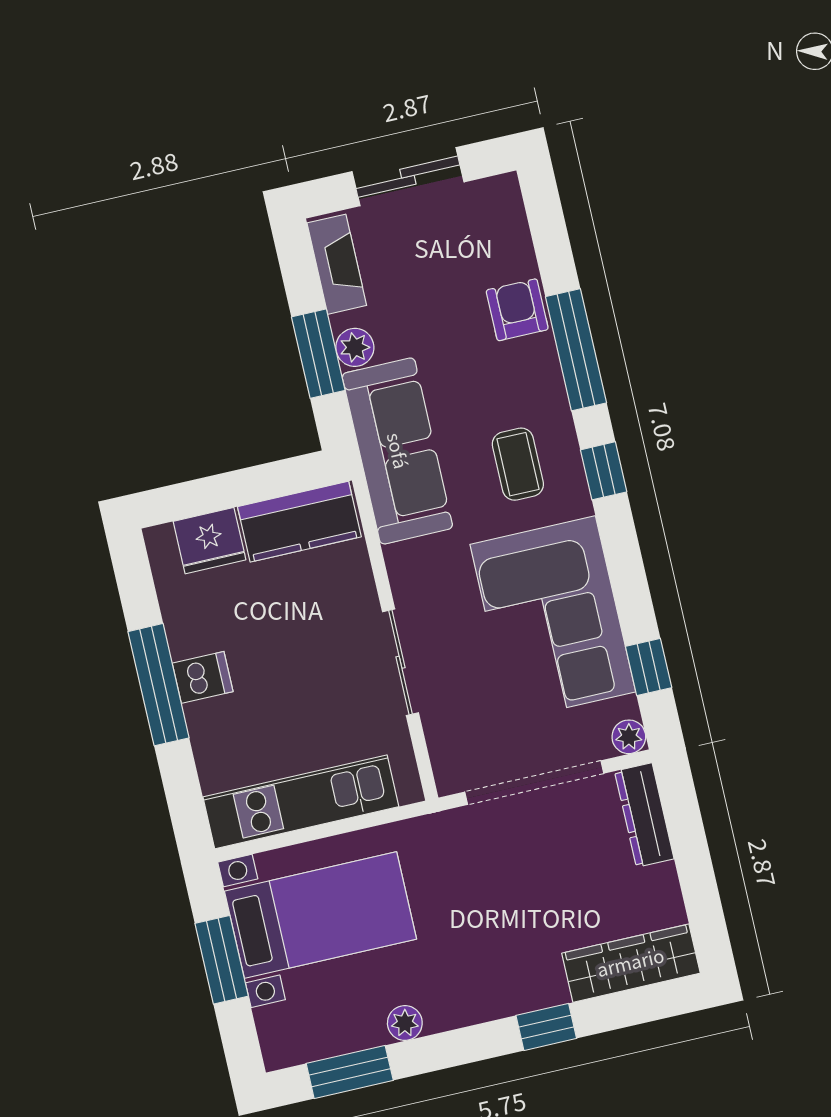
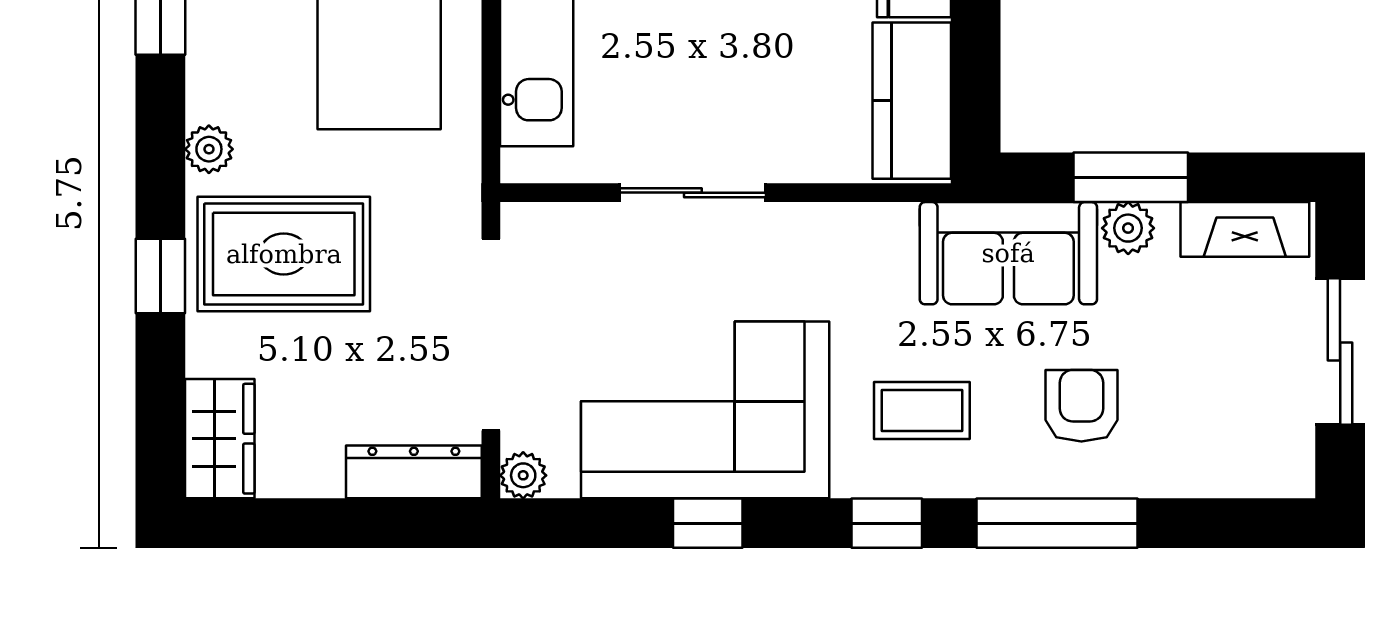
armchair: (517, 310) -> (1081, 406), moved, turned -90
sofa: (397, 451) -> (1008, 253), width x0.73
window: (649, 667) -> (708, 523), moved
rug: (511, 943) -> (284, 254), added
wardrobe: (631, 963) -> (220, 439), width x0.67
plant: (405, 1023) -> (209, 149), moved

